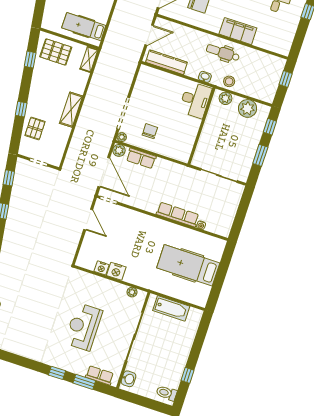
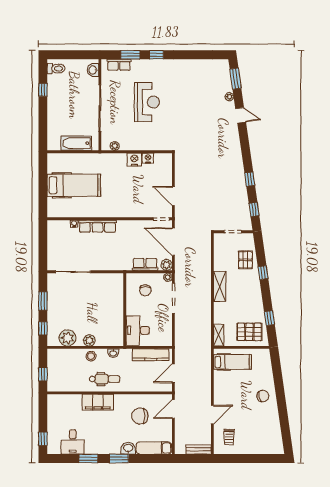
desk: (195, 100) -> (138, 330), moved
wall: (202, 126) -> (125, 310), moved

